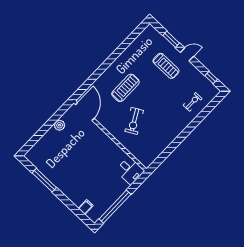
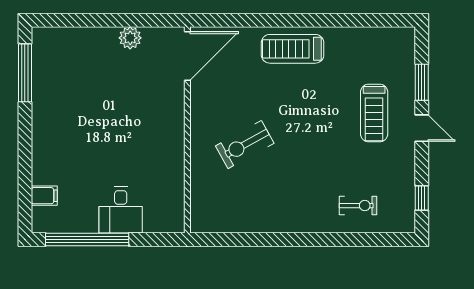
treadmill: (125, 88) -> (293, 49), moved, turned 180
desk: (130, 171) -> (121, 210), moved
window: (44, 180) -> (25, 73), moved

